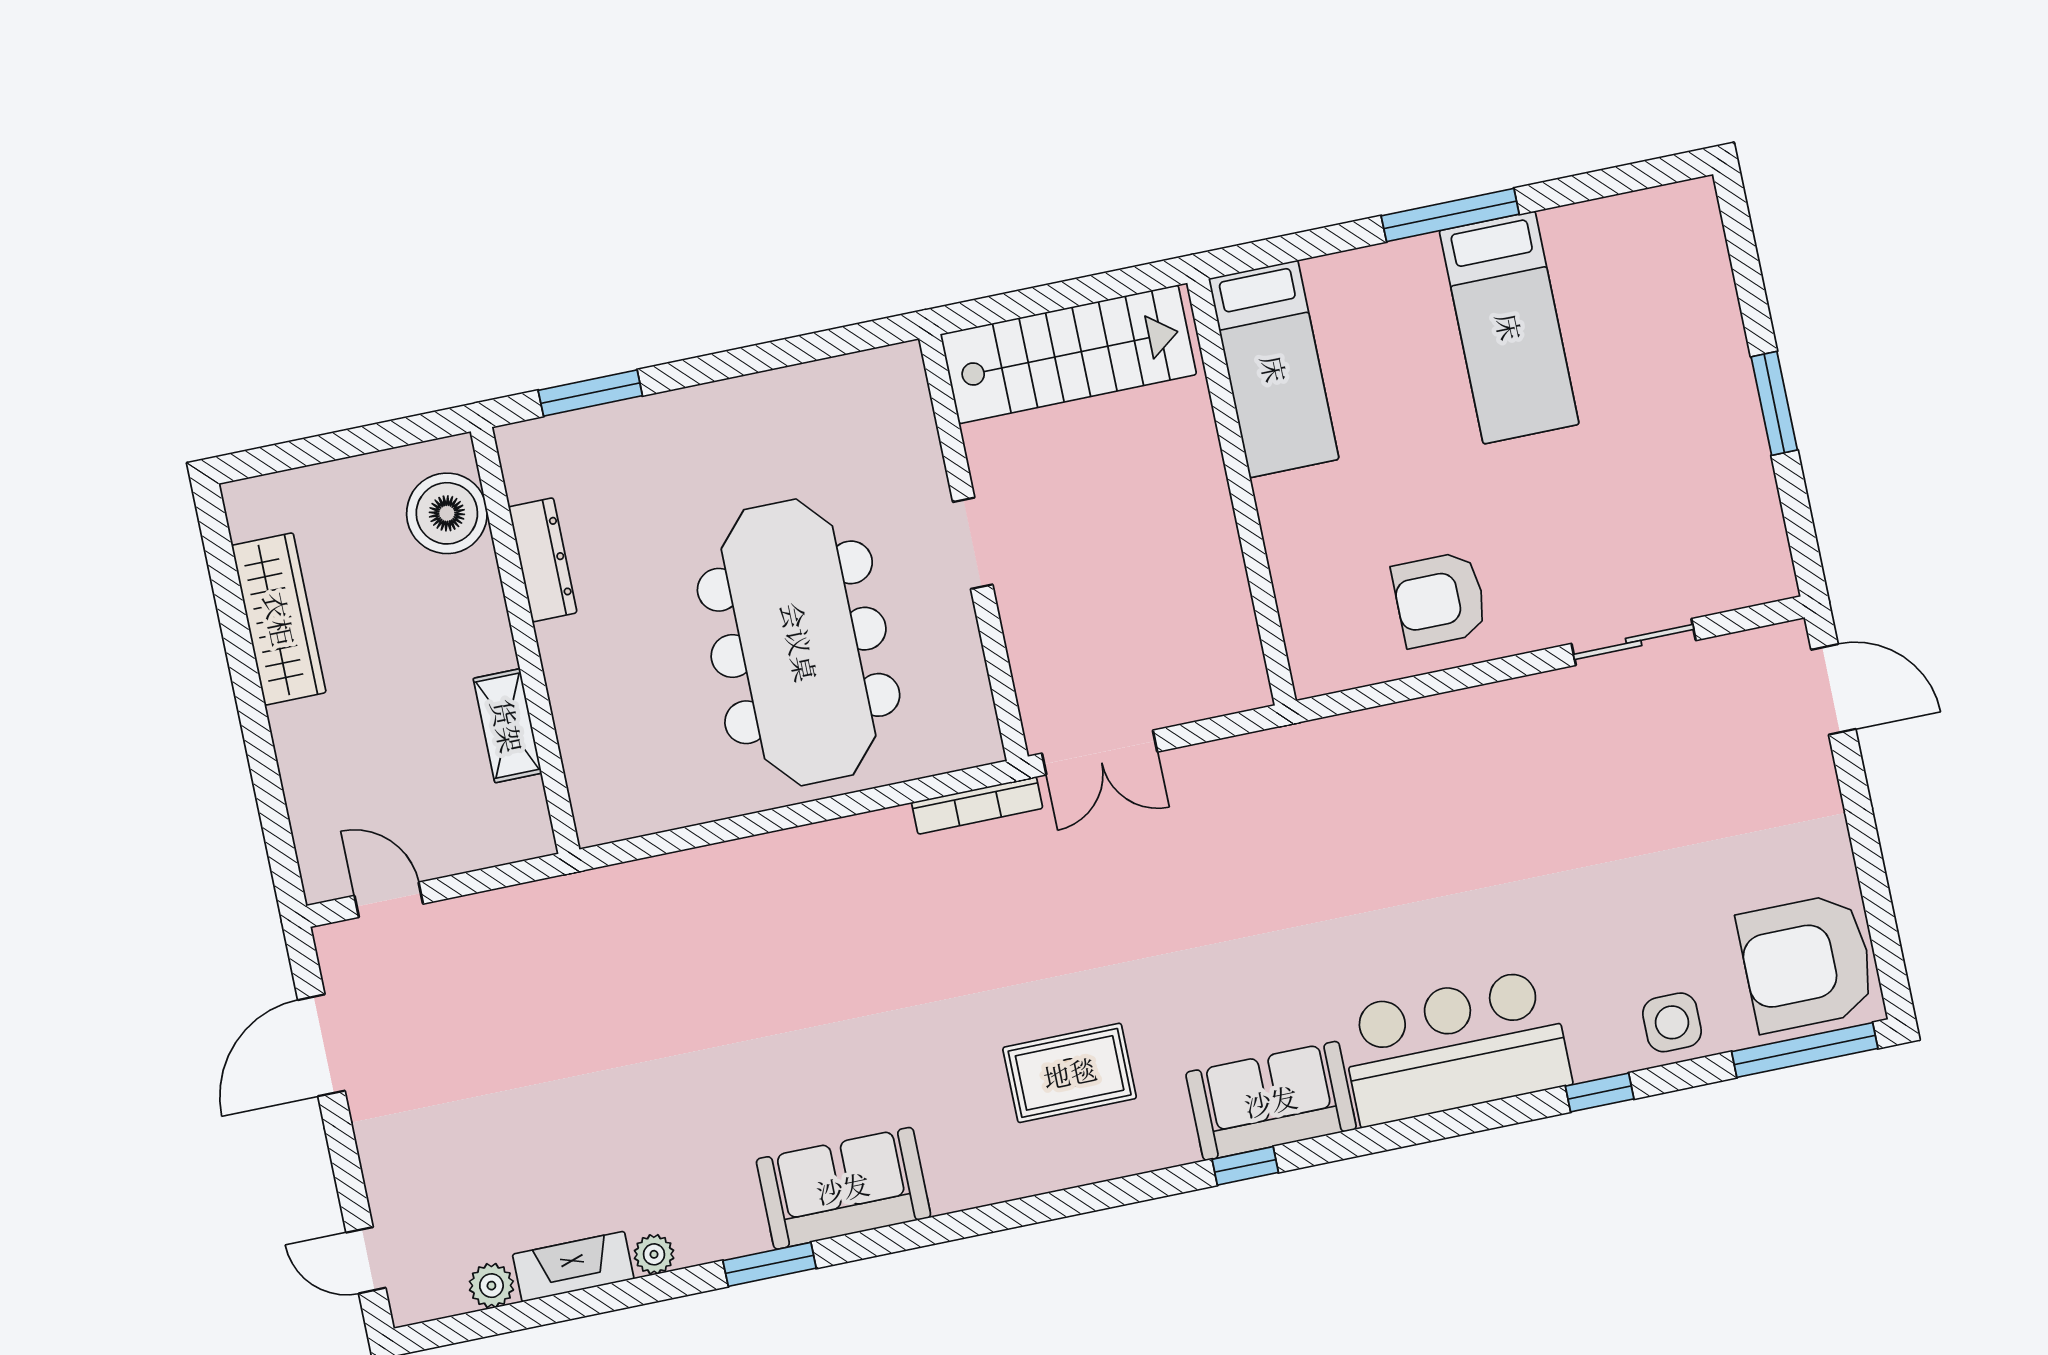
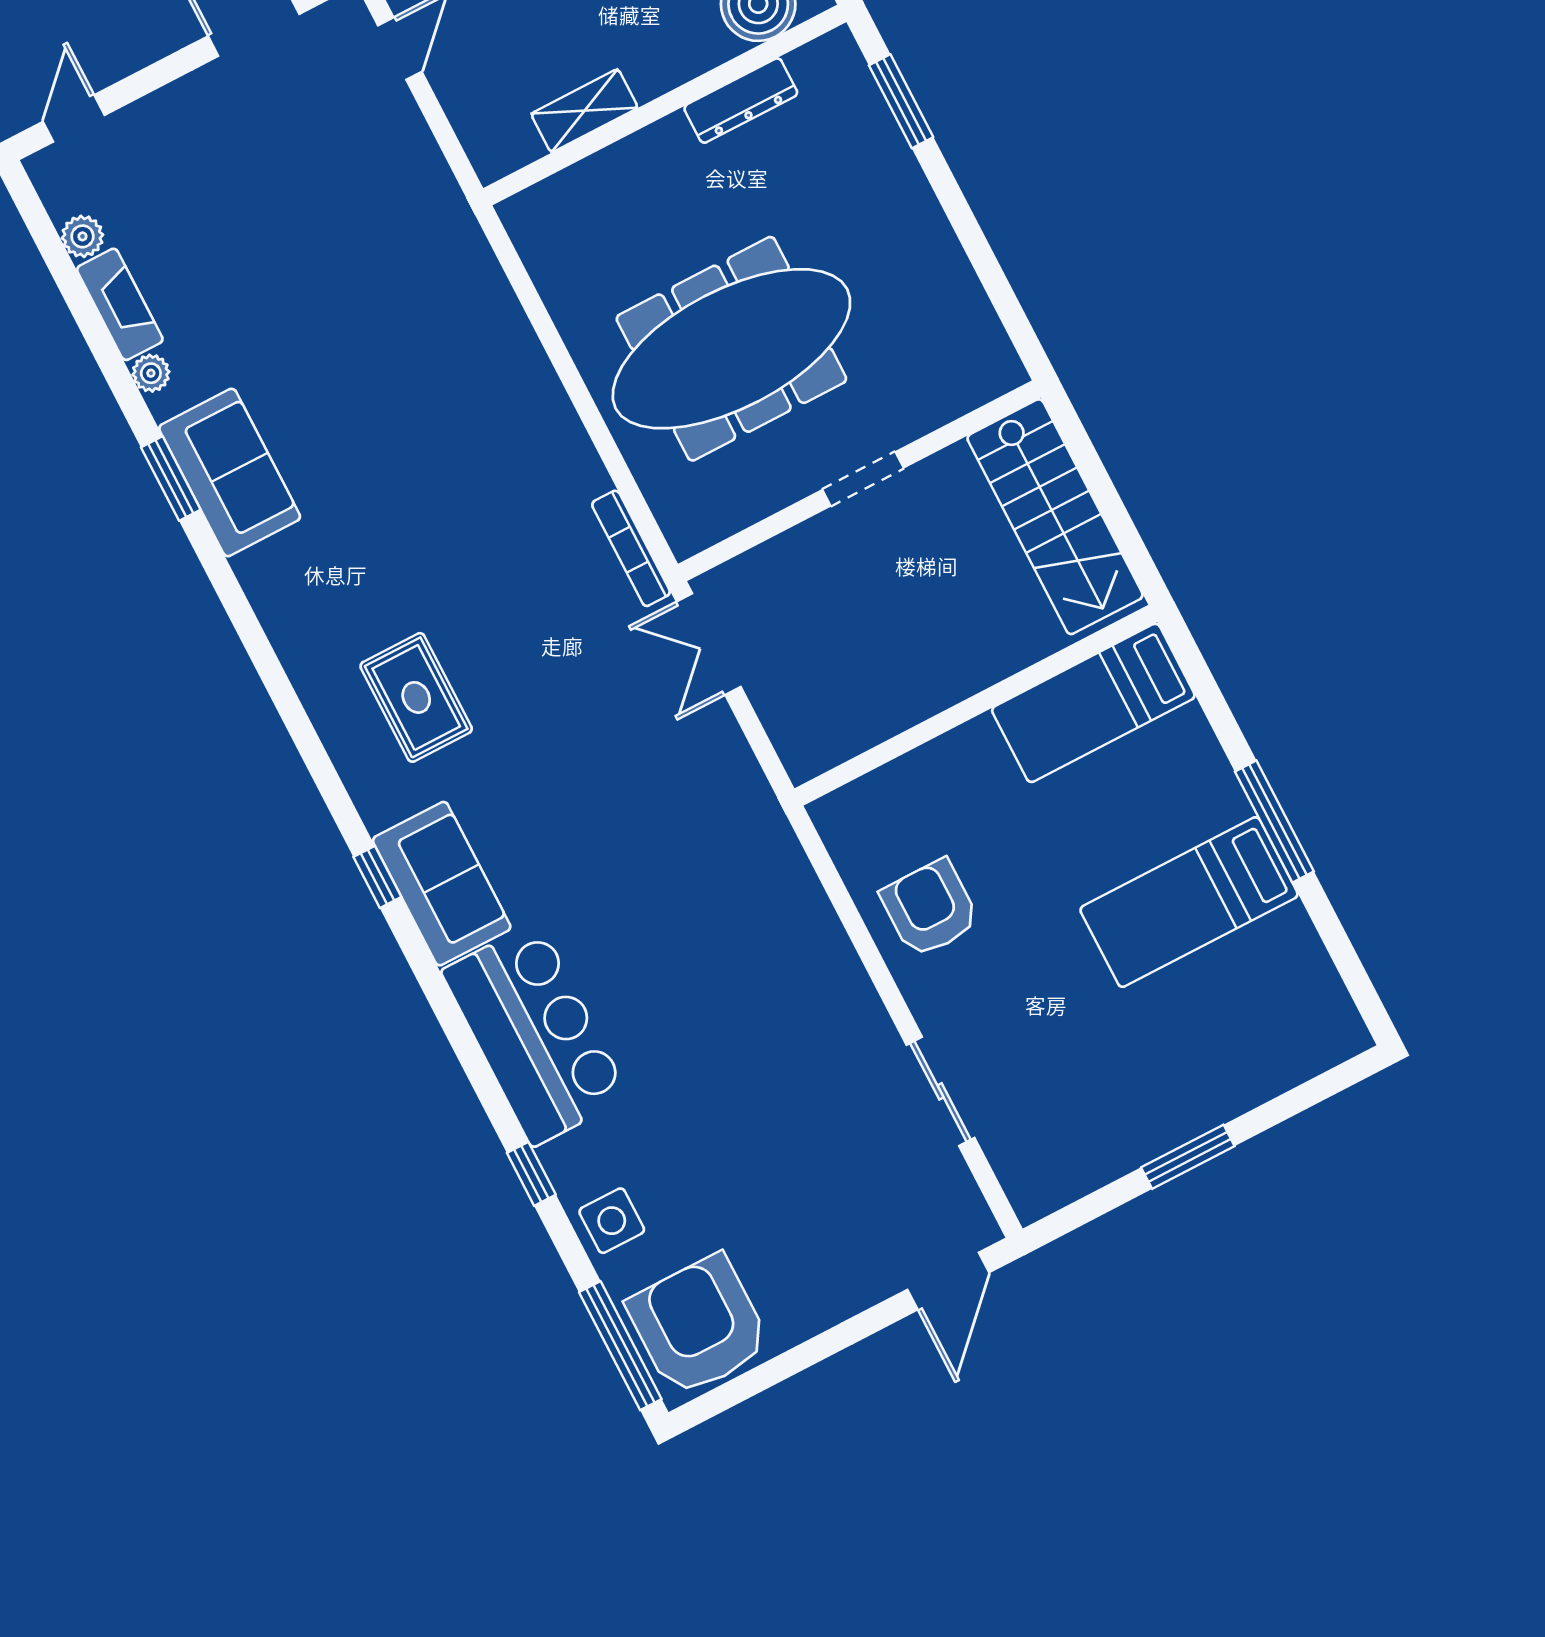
sofa: (843, 1188) -> (230, 472), moved

